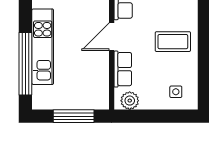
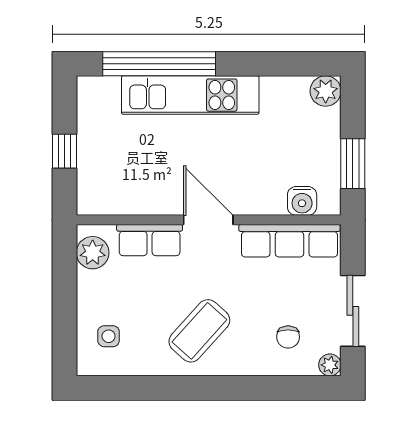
coffee table: (173, 42) -> (199, 331), turned 42
window: (74, 116) -> (64, 151), width x0.46

